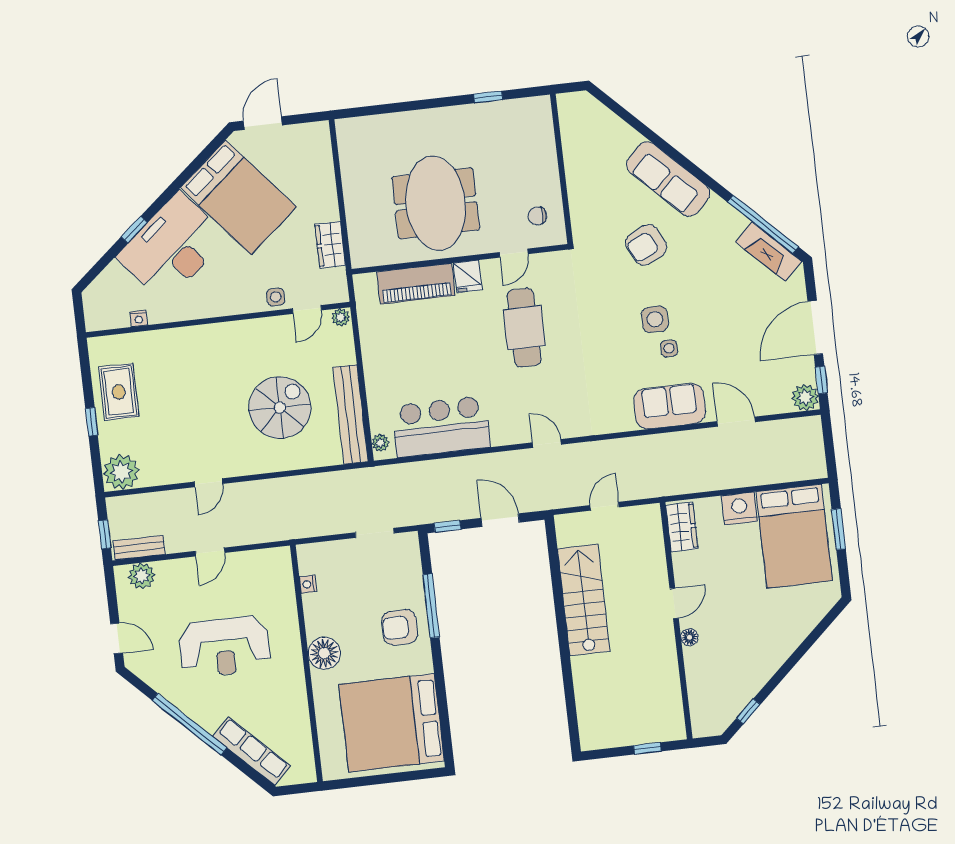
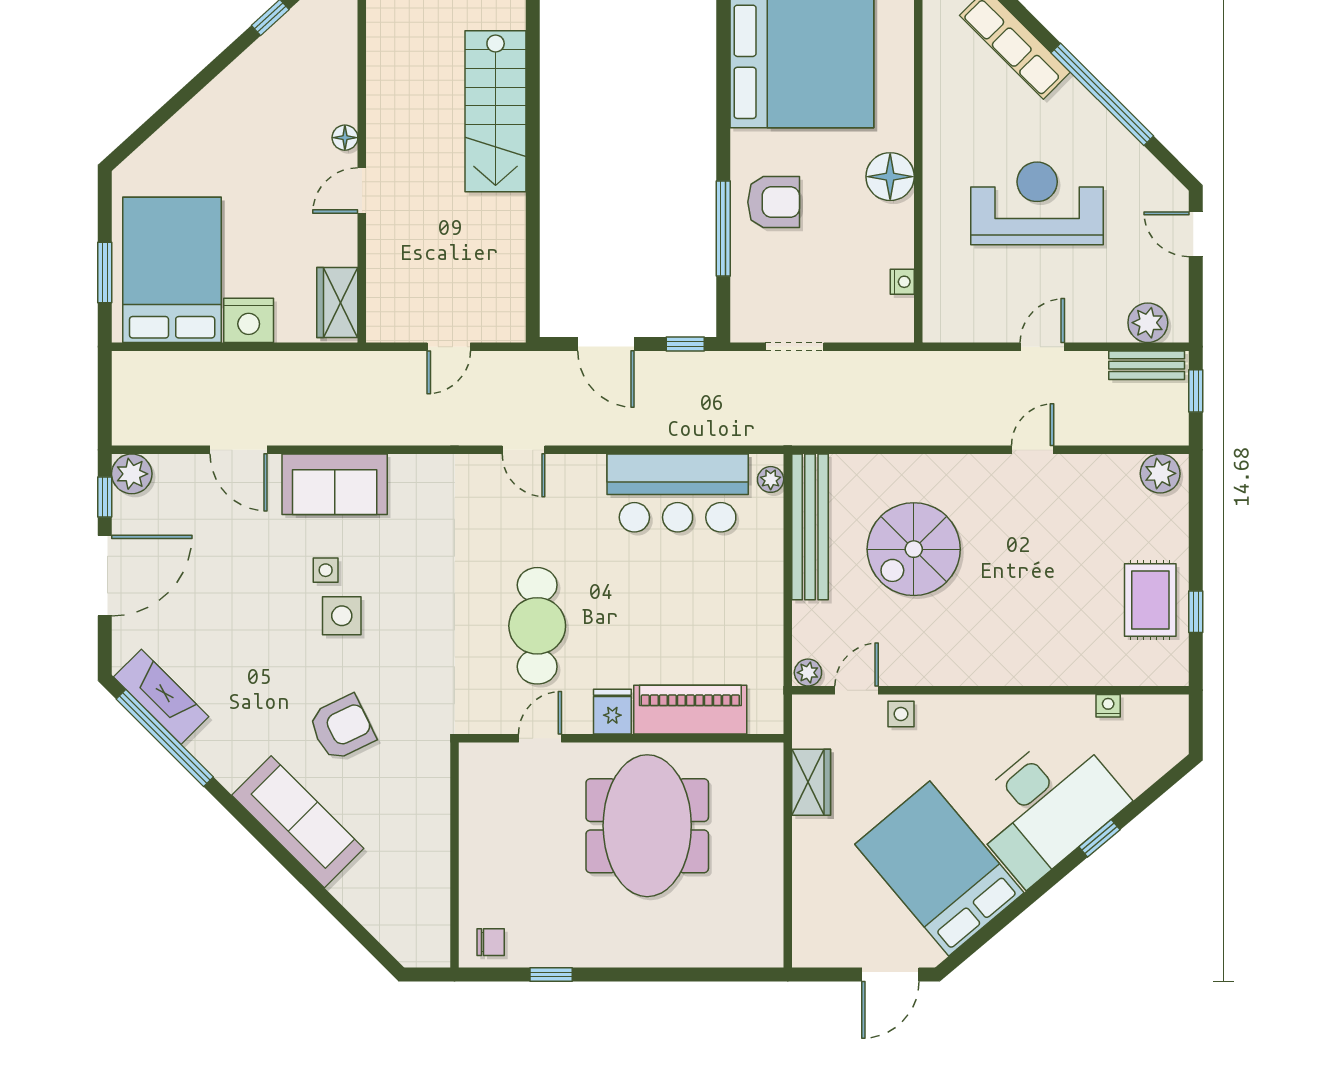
chair: (537, 216) -> (491, 942), moved
window: (92, 422) -> (1196, 612), moved
plant: (121, 472) -> (1160, 473), width x0.73, depth x0.73
stairs: (584, 600) -> (496, 111), moved

